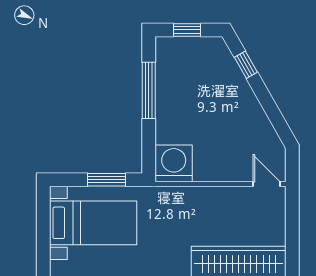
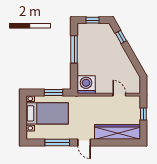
door: (266, 184) -> (119, 95), moved
window: (292, 224) -> (143, 114), added

